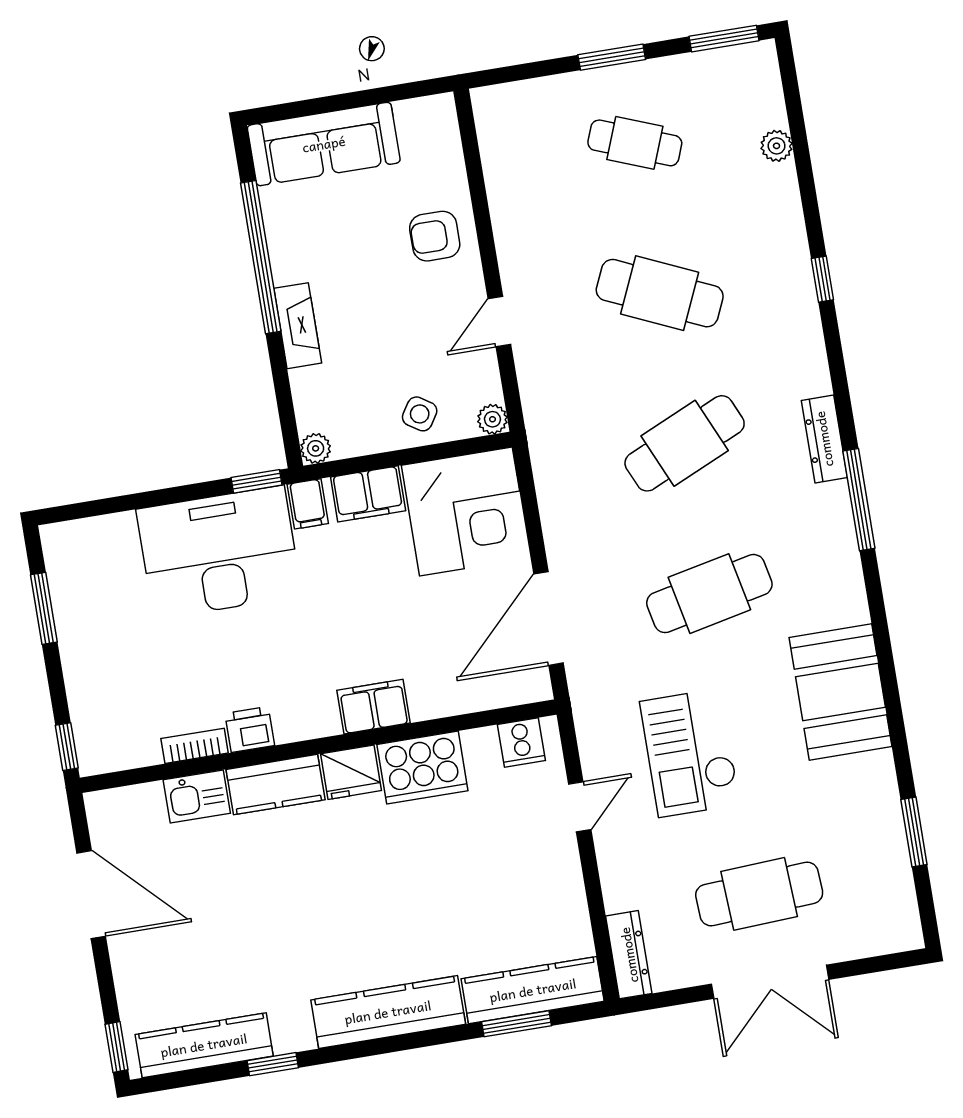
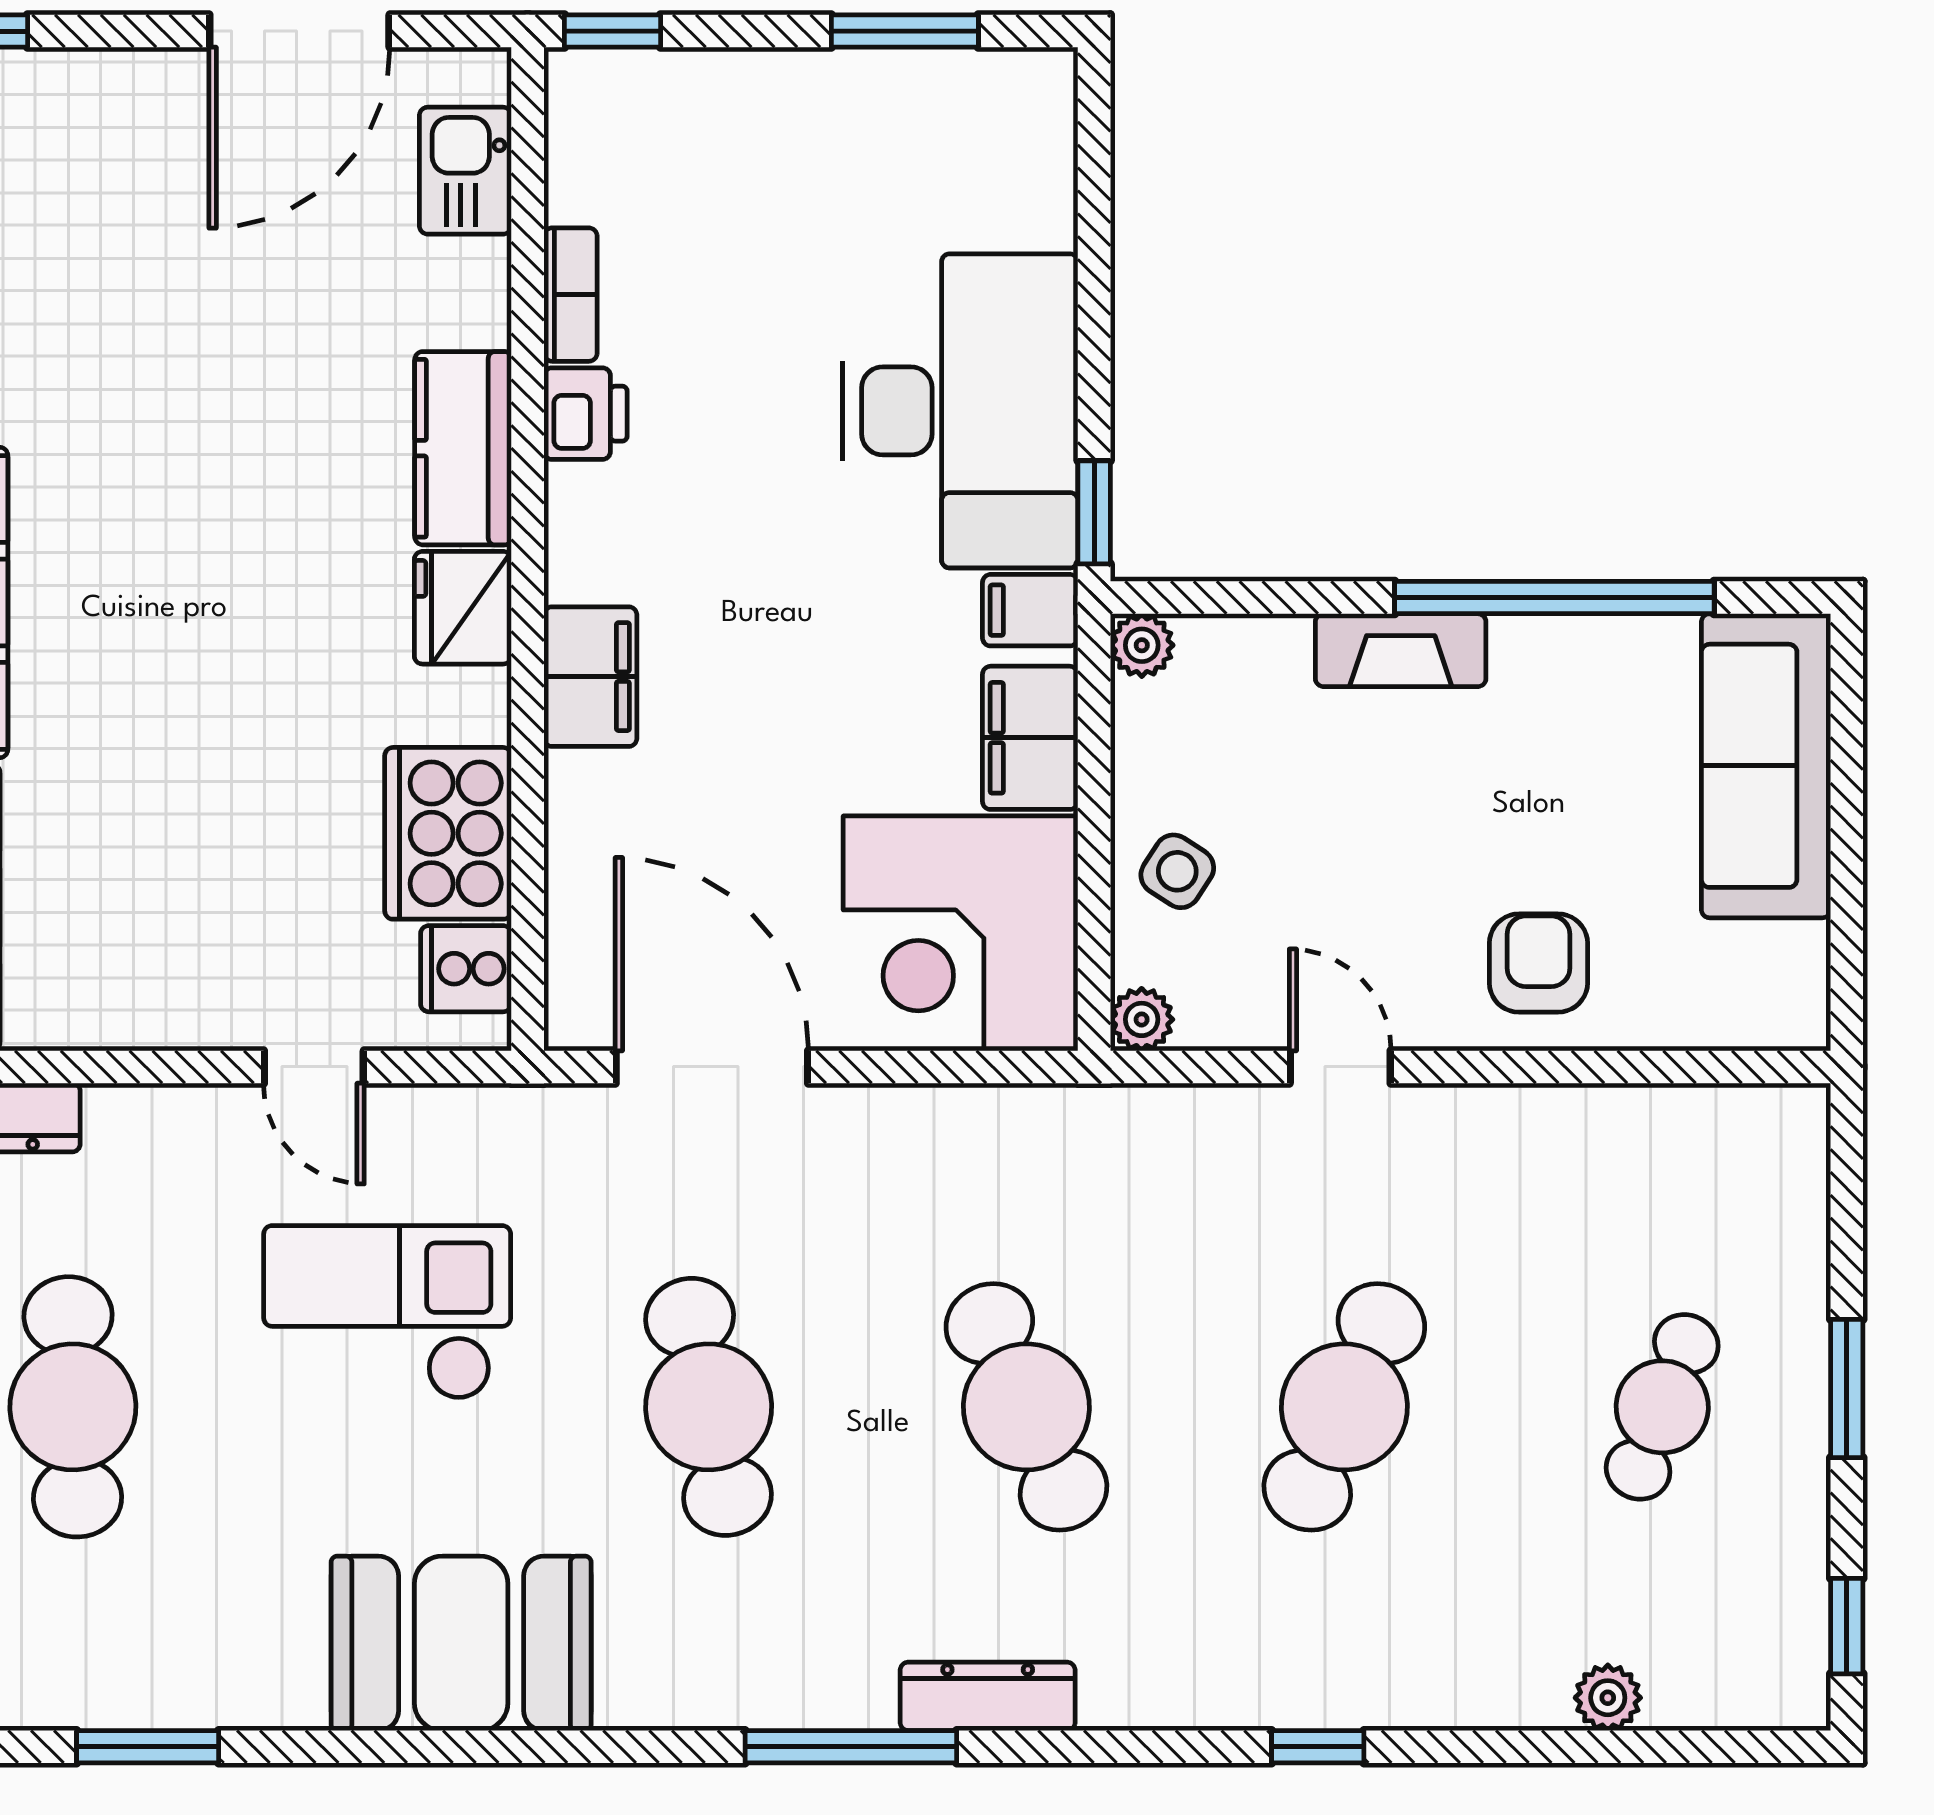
window: (724, 39) -> (1847, 1626), width x0.67
cooker: (422, 768) -> (448, 833), moved
kitchen sink: (197, 797) -> (465, 171), moved

